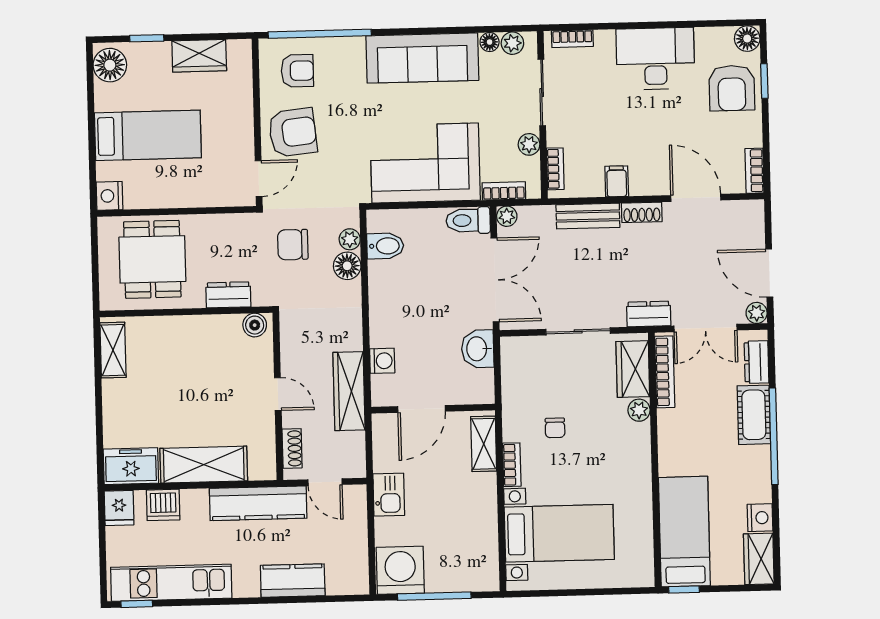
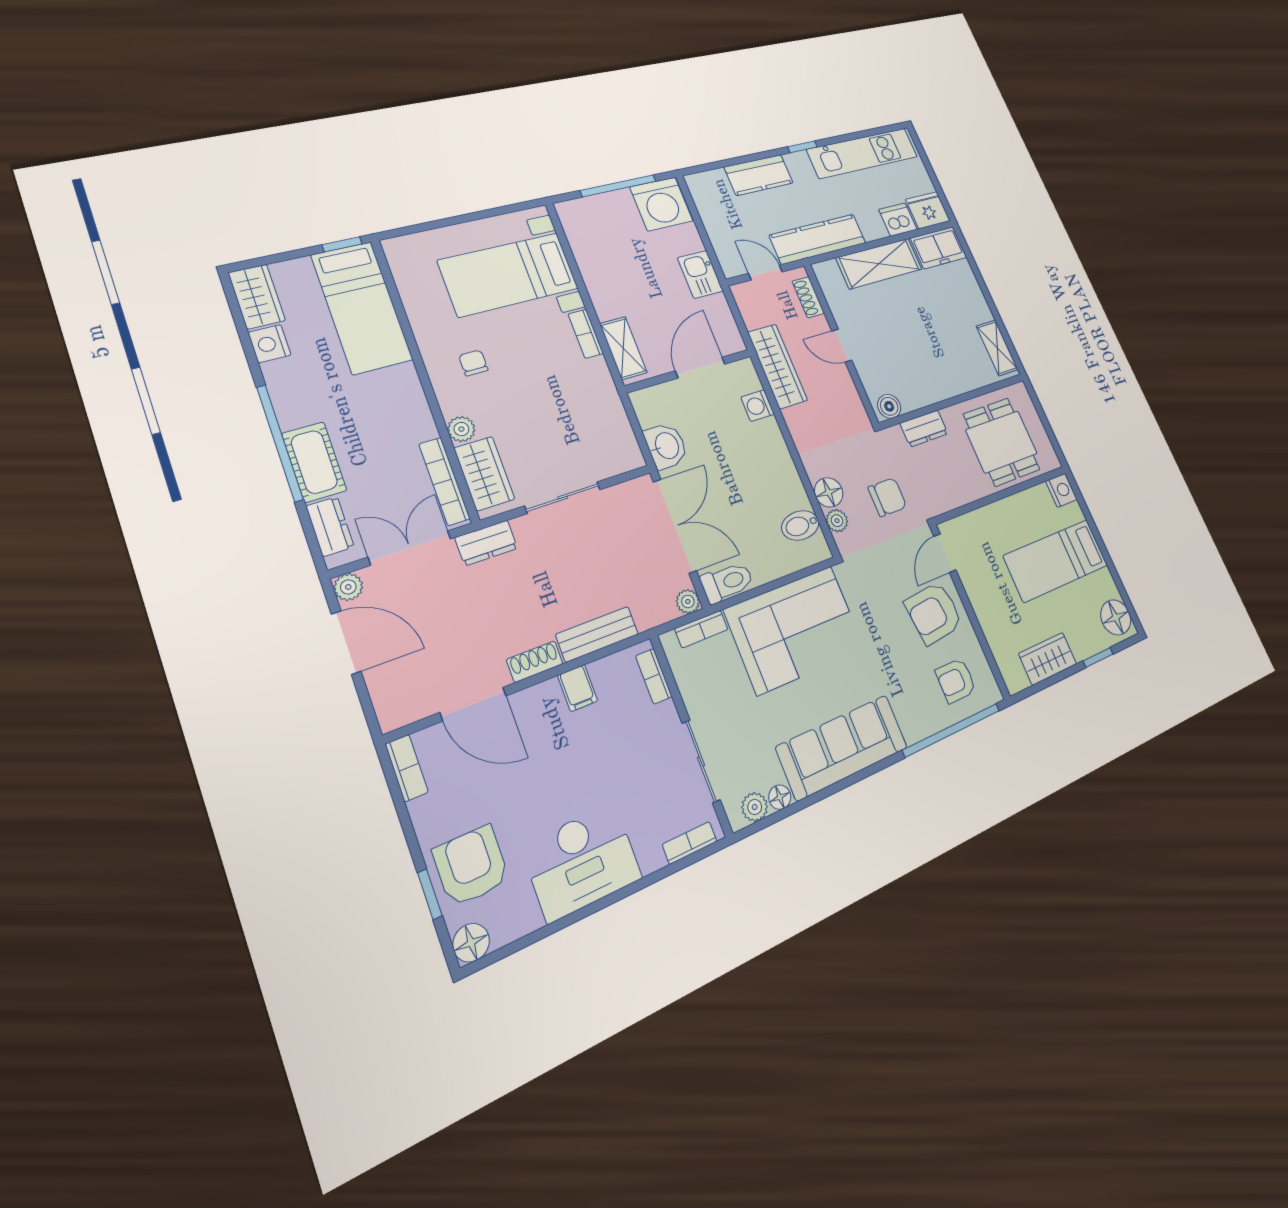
plant: (529, 144) -> (693, 694), removed
double door: (495, 280) -> (675, 526), swing flipped
chair: (555, 428) -> (473, 363), moved
fridge: (119, 508) -> (928, 210), width x1.38
window: (137, 604) -> (803, 147), moved

